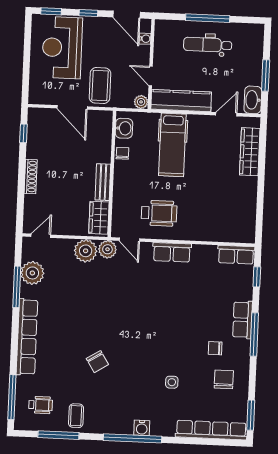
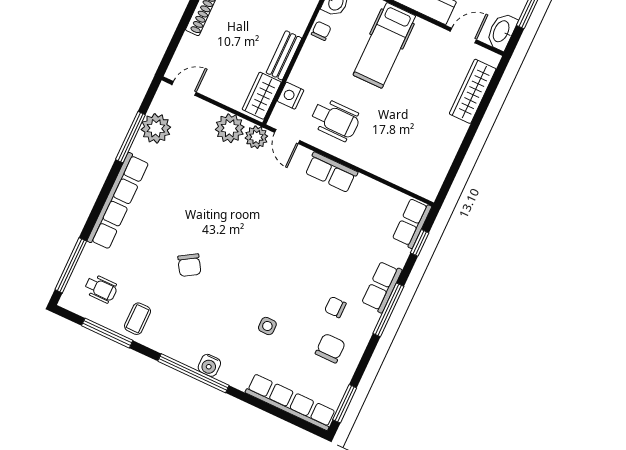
nightstand: (120, 209) -> (291, 96), added
row of seats: (236, 255) -> (412, 223), moved, turned 90

